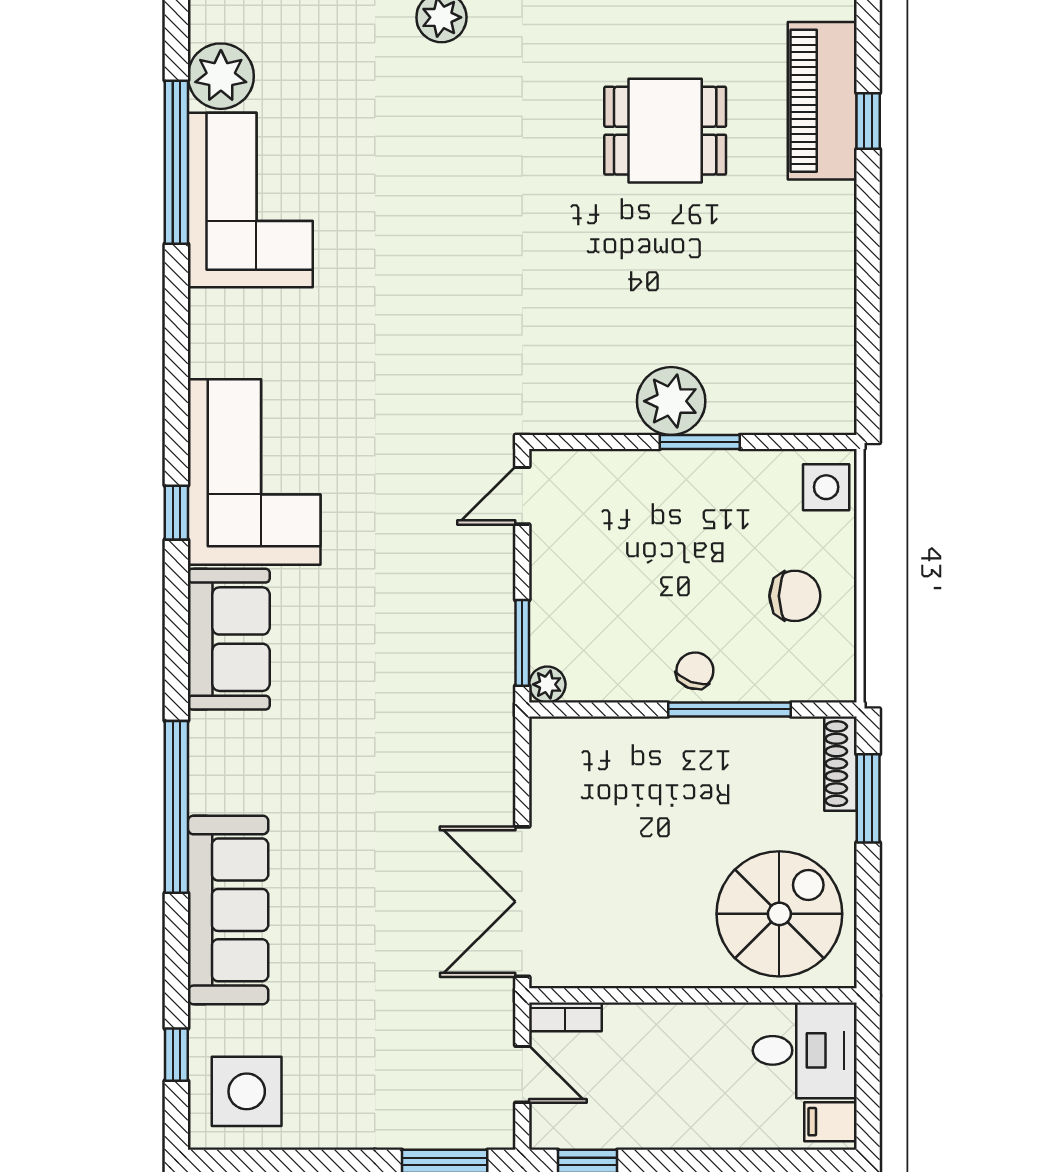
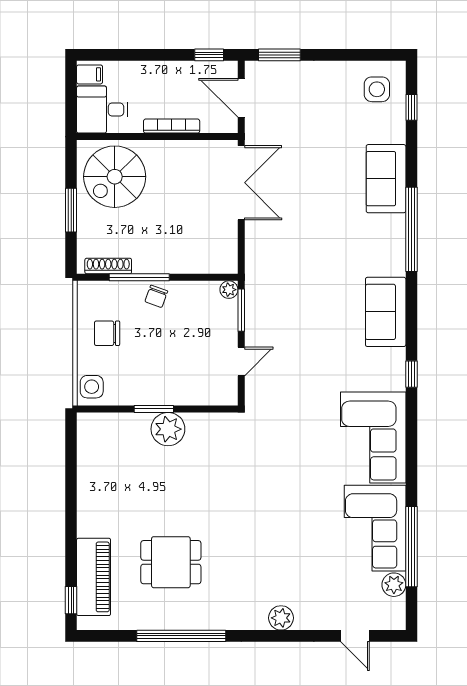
plant: (221, 76) -> (394, 585), width x0.73, depth x0.73
window: (868, 121) -> (71, 600), moved
corner sofa: (254, 472) -> (373, 438), moved
door: (522, 496) -> (241, 361), moved
shoe rack: (840, 764) -> (108, 266), moved, turned -90
window: (868, 798) -> (71, 210), moved
sofa: (228, 910) -> (386, 179), width x0.73
bookcase: (565, 1017) -> (172, 126), moved, width x1.56
door: (522, 1074) -> (241, 98), width x1.38
side table: (247, 1091) -> (377, 89), width x0.73, depth x0.73

